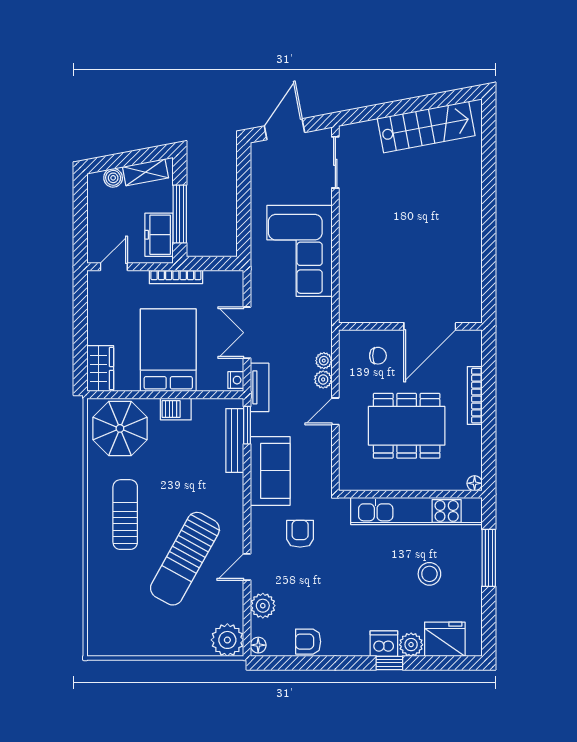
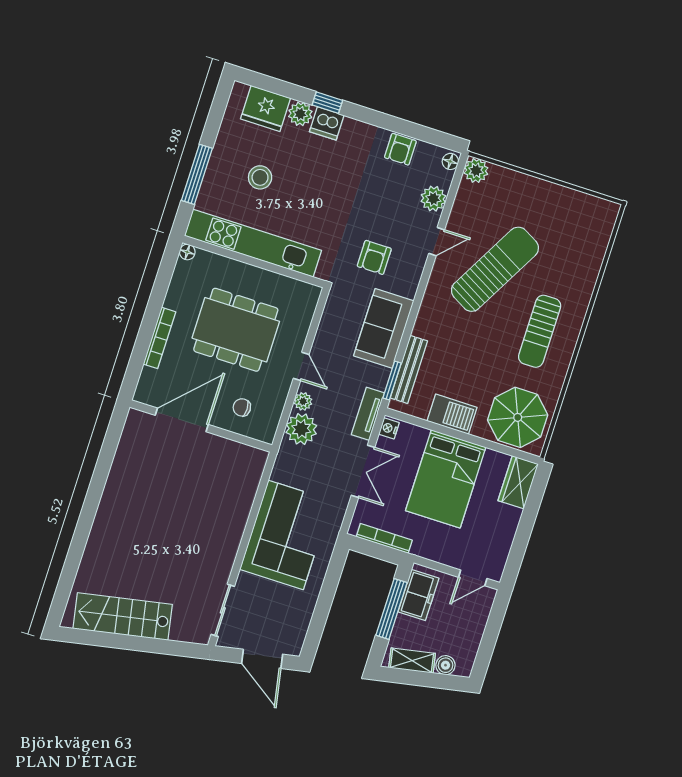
door: (285, 129) -> (262, 659), hinge flipped
bookcase: (176, 277) -> (384, 538), moved
plant: (324, 361) -> (301, 429), width x1.87, depth x1.87
barbecue: (176, 409) -> (452, 414), width x1.38, depth x1.27
door: (335, 411) -> (301, 366), hinge flipped
plant: (227, 640) -> (476, 171), width x0.73, depth x0.73
armchair: (308, 642) -> (400, 149), turned 90

